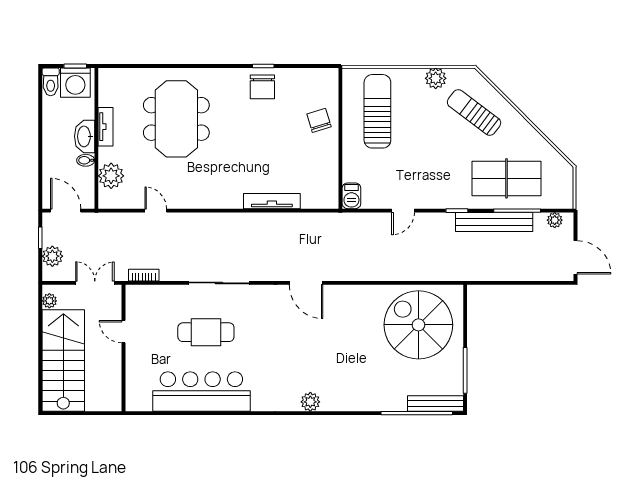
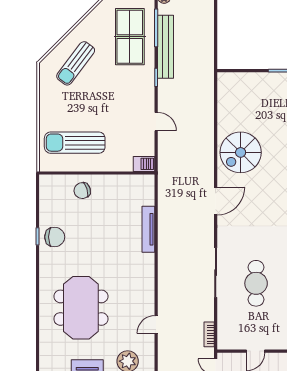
plant: (436, 78) -> (48, 95), removed
meeting table: (176, 119) -> (81, 308), turned 90
spiral stairs: (418, 325) -> (241, 152), moved, width x0.73, depth x0.73

